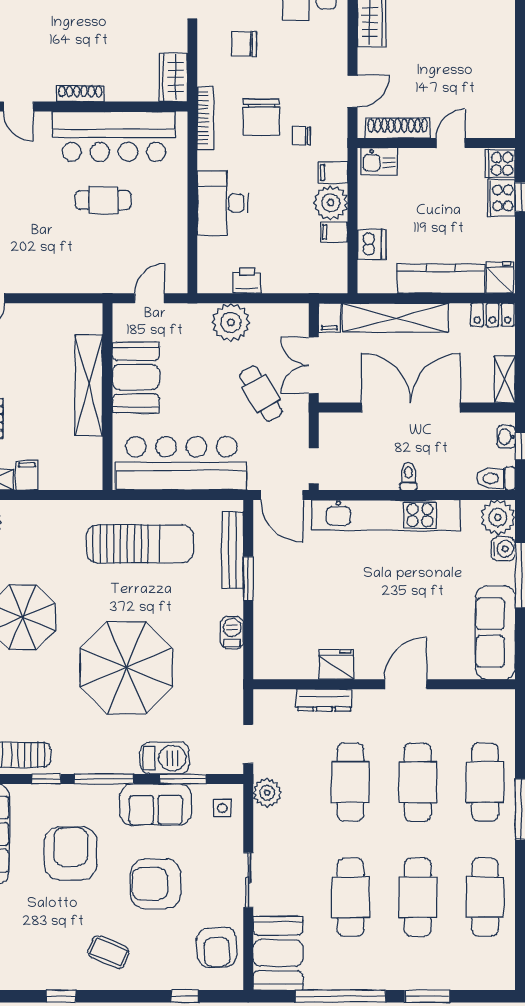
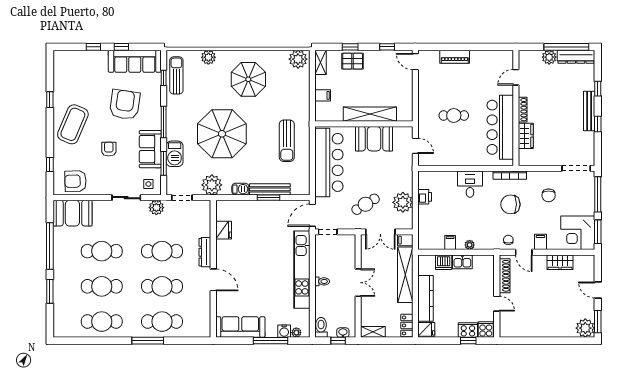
chair: (244, 44) -> (549, 195), turned 180
wardrobe: (173, 77) -> (526, 136), moved, turned 90
chair: (301, 136) -> (508, 240), moved
kitchen sink: (379, 161) -> (462, 262), moved, turned -90
filing cabinet: (333, 172) -> (540, 242), moved
cafe table: (103, 200) -> (454, 115), moved, turned 90
desk: (223, 203) -> (470, 184), width x0.73
plant: (331, 203) -> (470, 245), width x0.53, depth x0.53
plant: (231, 322) -> (403, 202), moved
double door: (314, 365) -> (380, 232), swing flipped
double door: (411, 408) -> (358, 283), width x0.54
filing cabinet: (27, 475) -> (323, 95), moved
plant: (498, 518) -> (296, 333), width x0.53, depth x0.53
sun lounger: (140, 544) -> (287, 141), width x0.73, depth x0.75
bench: (233, 550) -> (270, 189), moved
fridge: (336, 665) -> (224, 230), moved
plant: (224, 687) -> (212, 185), added
dresser: (324, 700) -> (205, 252), moved
window: (46, 779) -> (164, 78), moved
armchair: (71, 853) -> (125, 105), turned -82
sliding door: (248, 880) -> (126, 198), moved
armchair: (156, 884) -> (109, 149), width x0.53, depth x0.53
coffee table: (108, 952) -> (73, 124), width x1.86, depth x1.72

